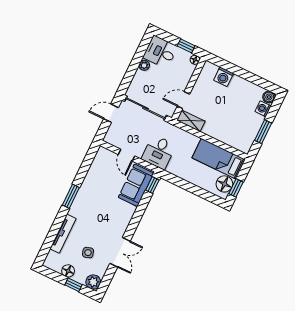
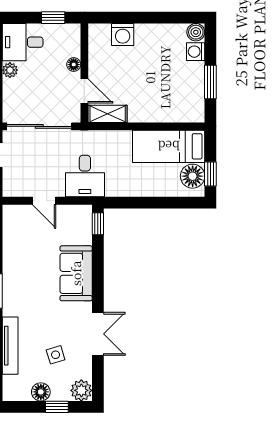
floor lamp: (195, 60) -> (74, 65), moved
door: (183, 100) -> (84, 91), swing flipped
sofa: (136, 185) -> (76, 273), moved

